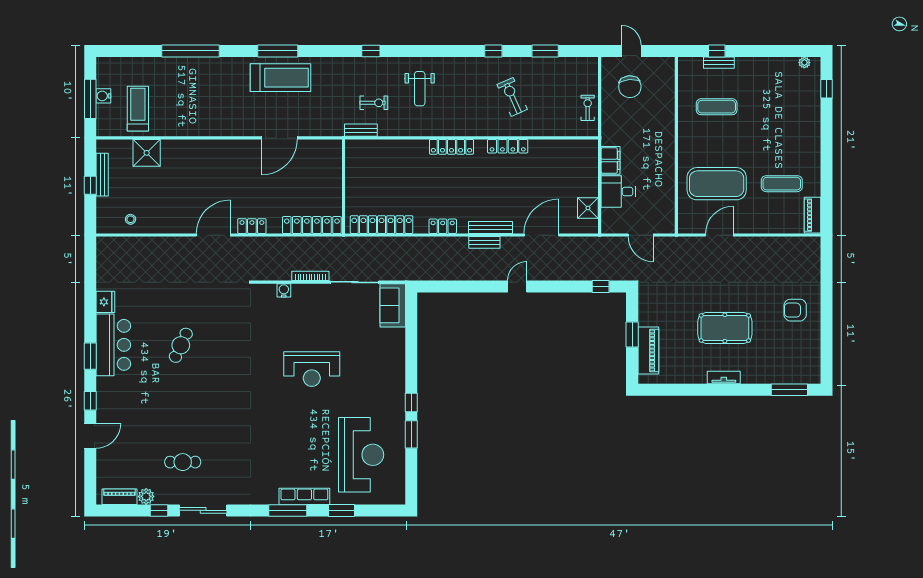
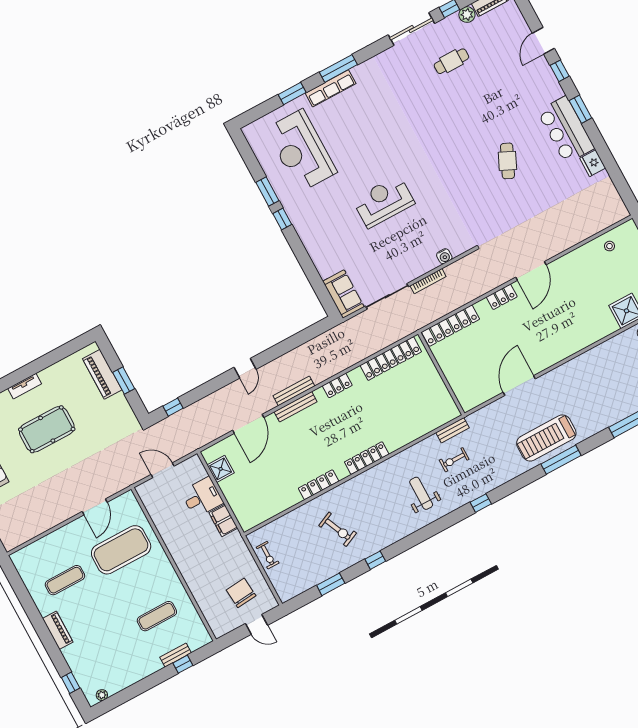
piano: (813, 215) -> (58, 630), moved
bench: (484, 242) -> (294, 391), width x1.36

